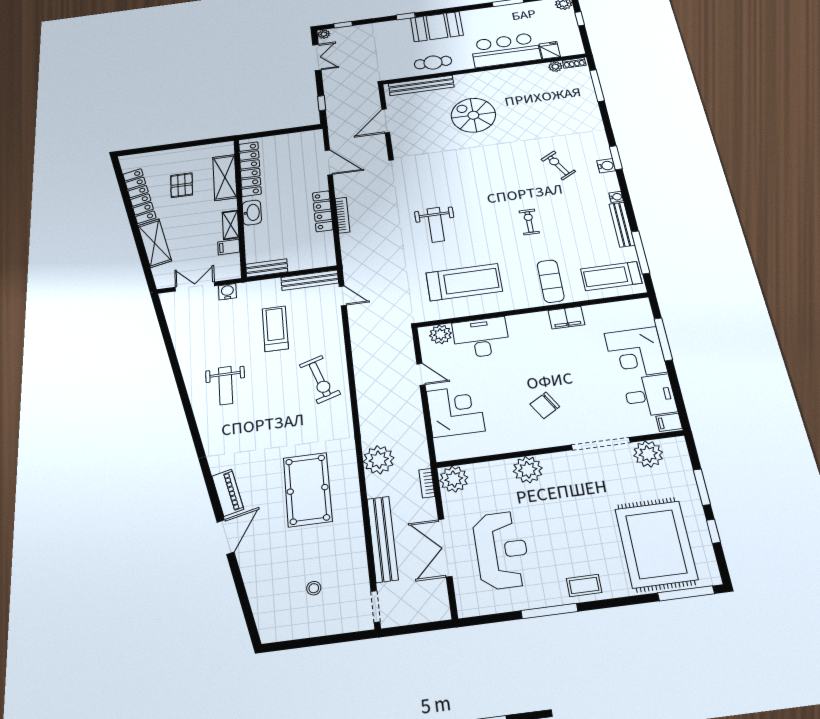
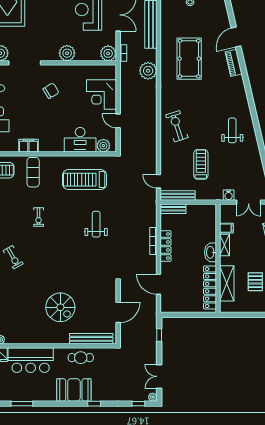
bench: (267, 268) -> (173, 209), moved
treadmill: (275, 329) -> (201, 164), turned 180

